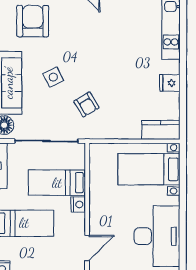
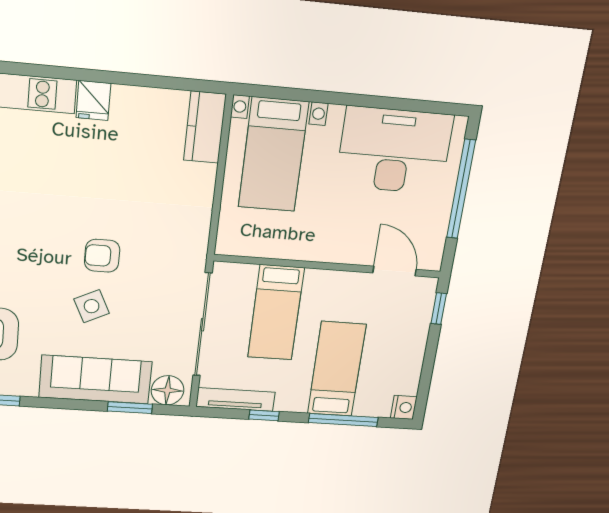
fridge: (170, 83) -> (93, 100), moved
armchair: (86, 104) -> (102, 256), moved, turned -149
nightstand: (78, 204) -> (318, 280), removed

